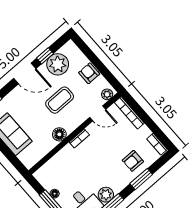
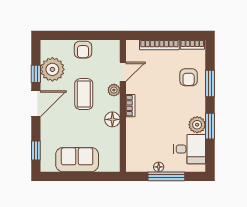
armchair: (89, 73) -> (83, 50), turned -90
plant: (107, 94) -> (114, 90), moved
bookcase: (129, 113) -> (159, 45), moved

